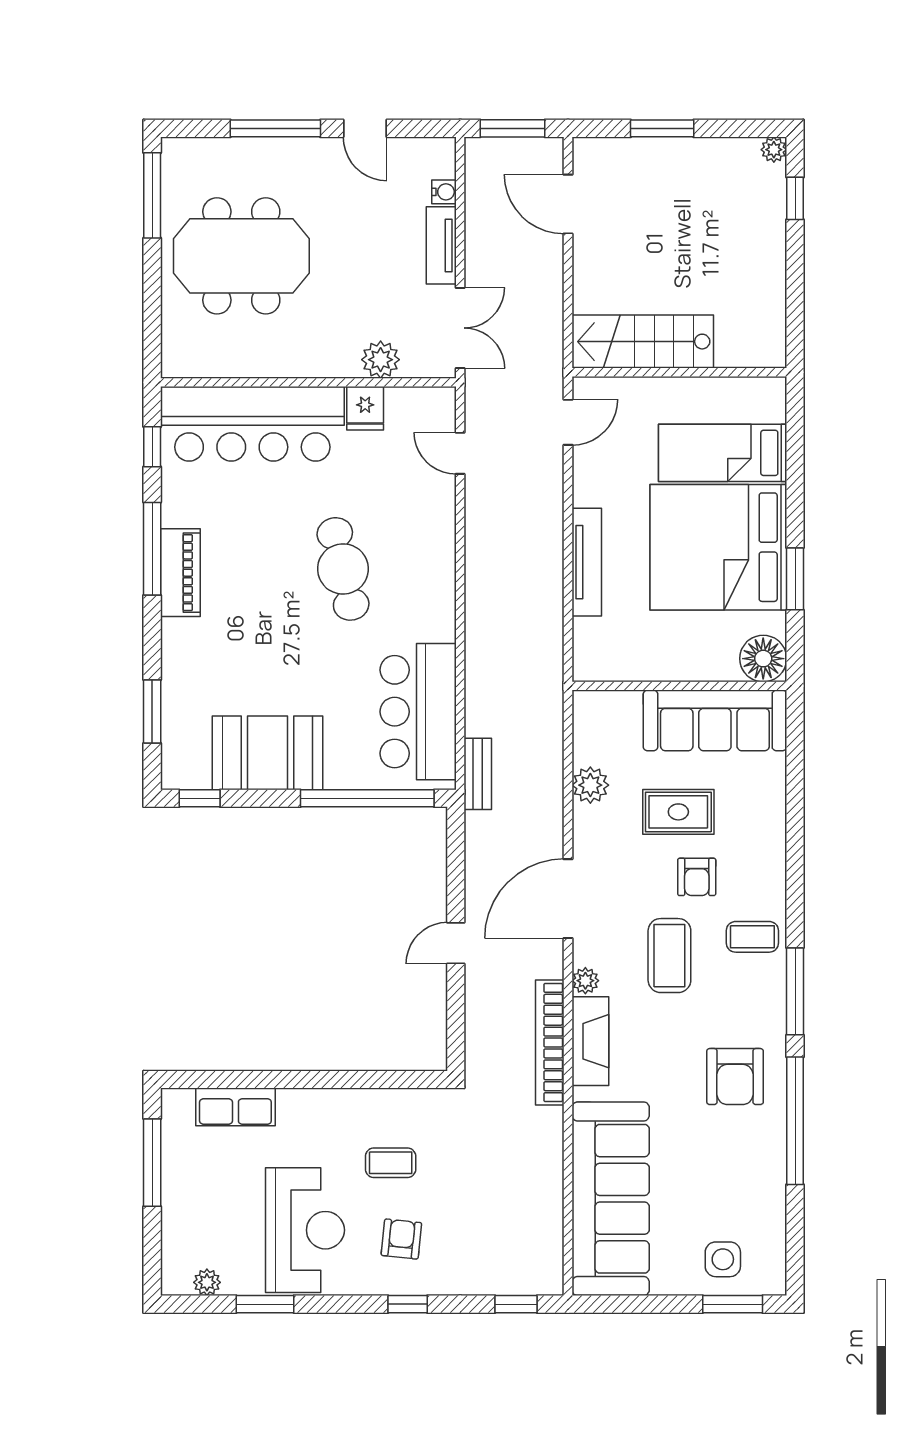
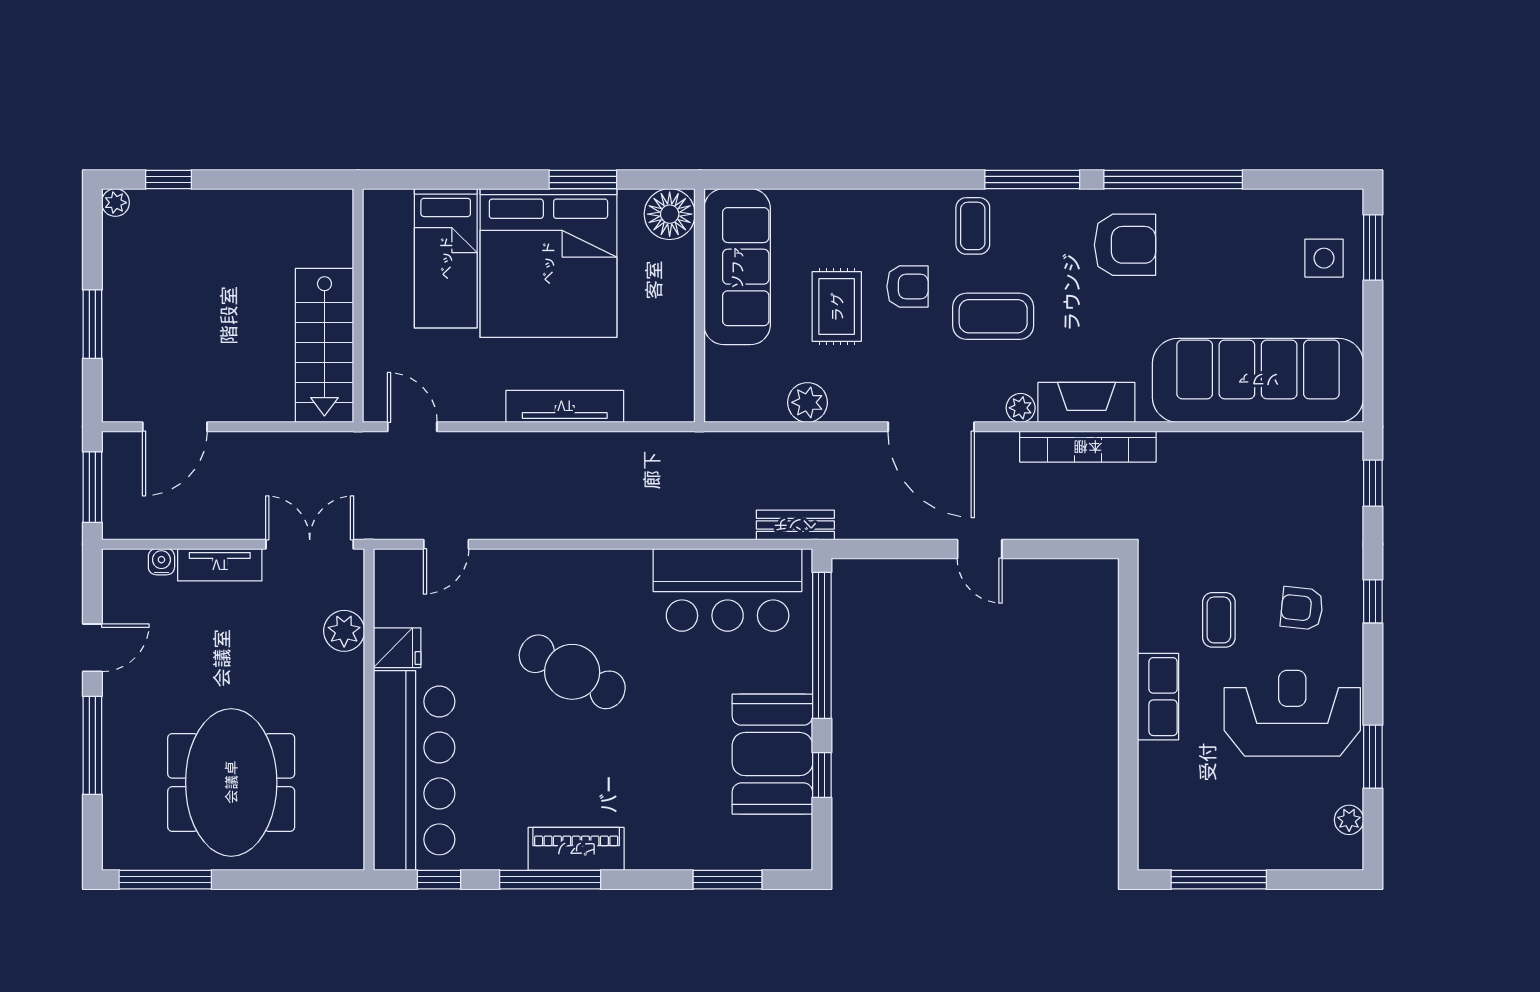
cafe table: (343, 569) -> (572, 672), turned 40
window: (200, 798) -> (822, 775), moved
row of seats: (235, 1107) -> (1158, 697), moved

